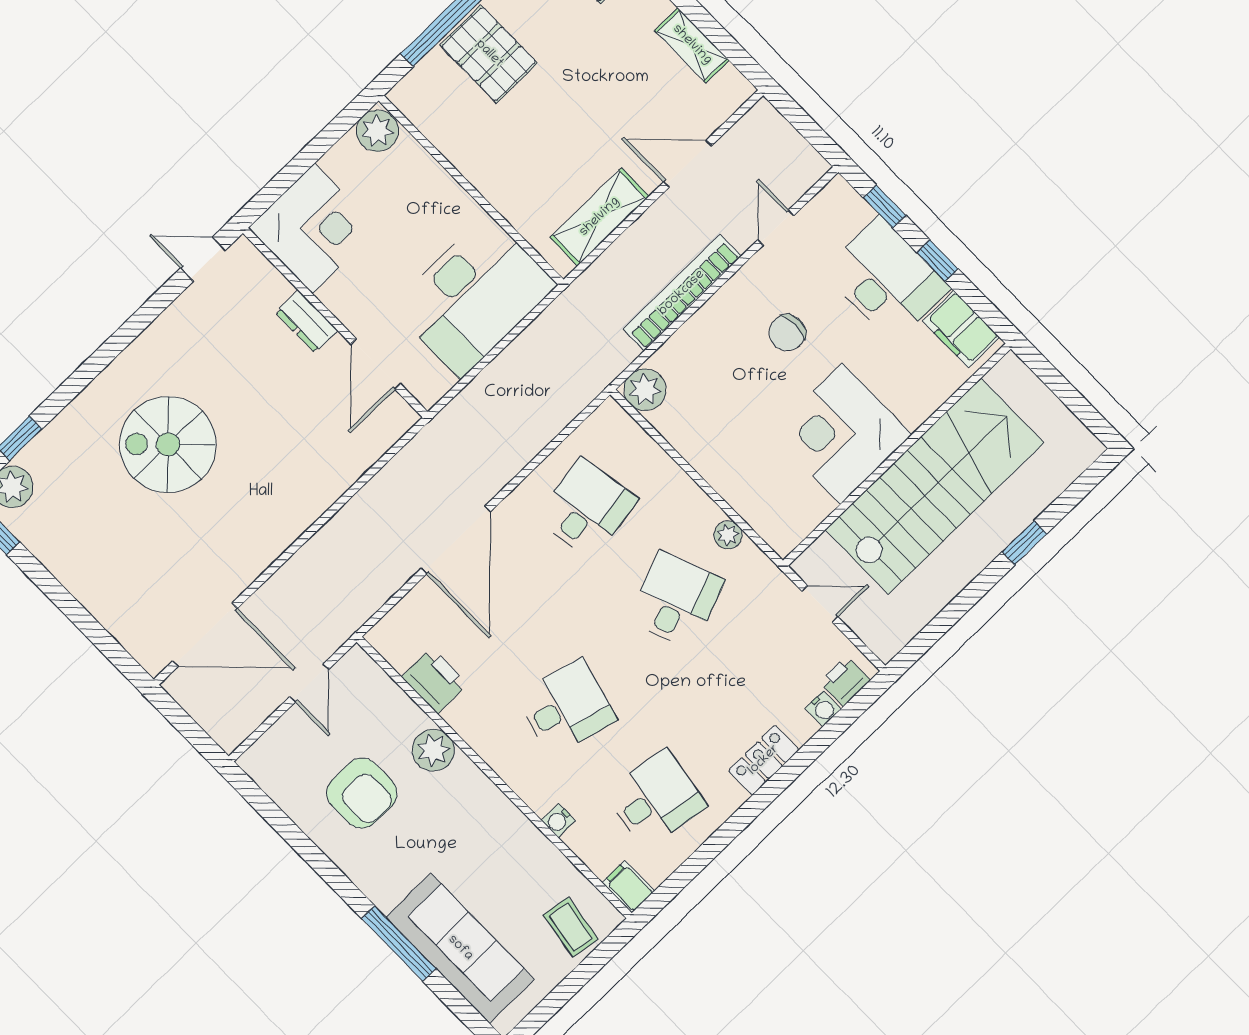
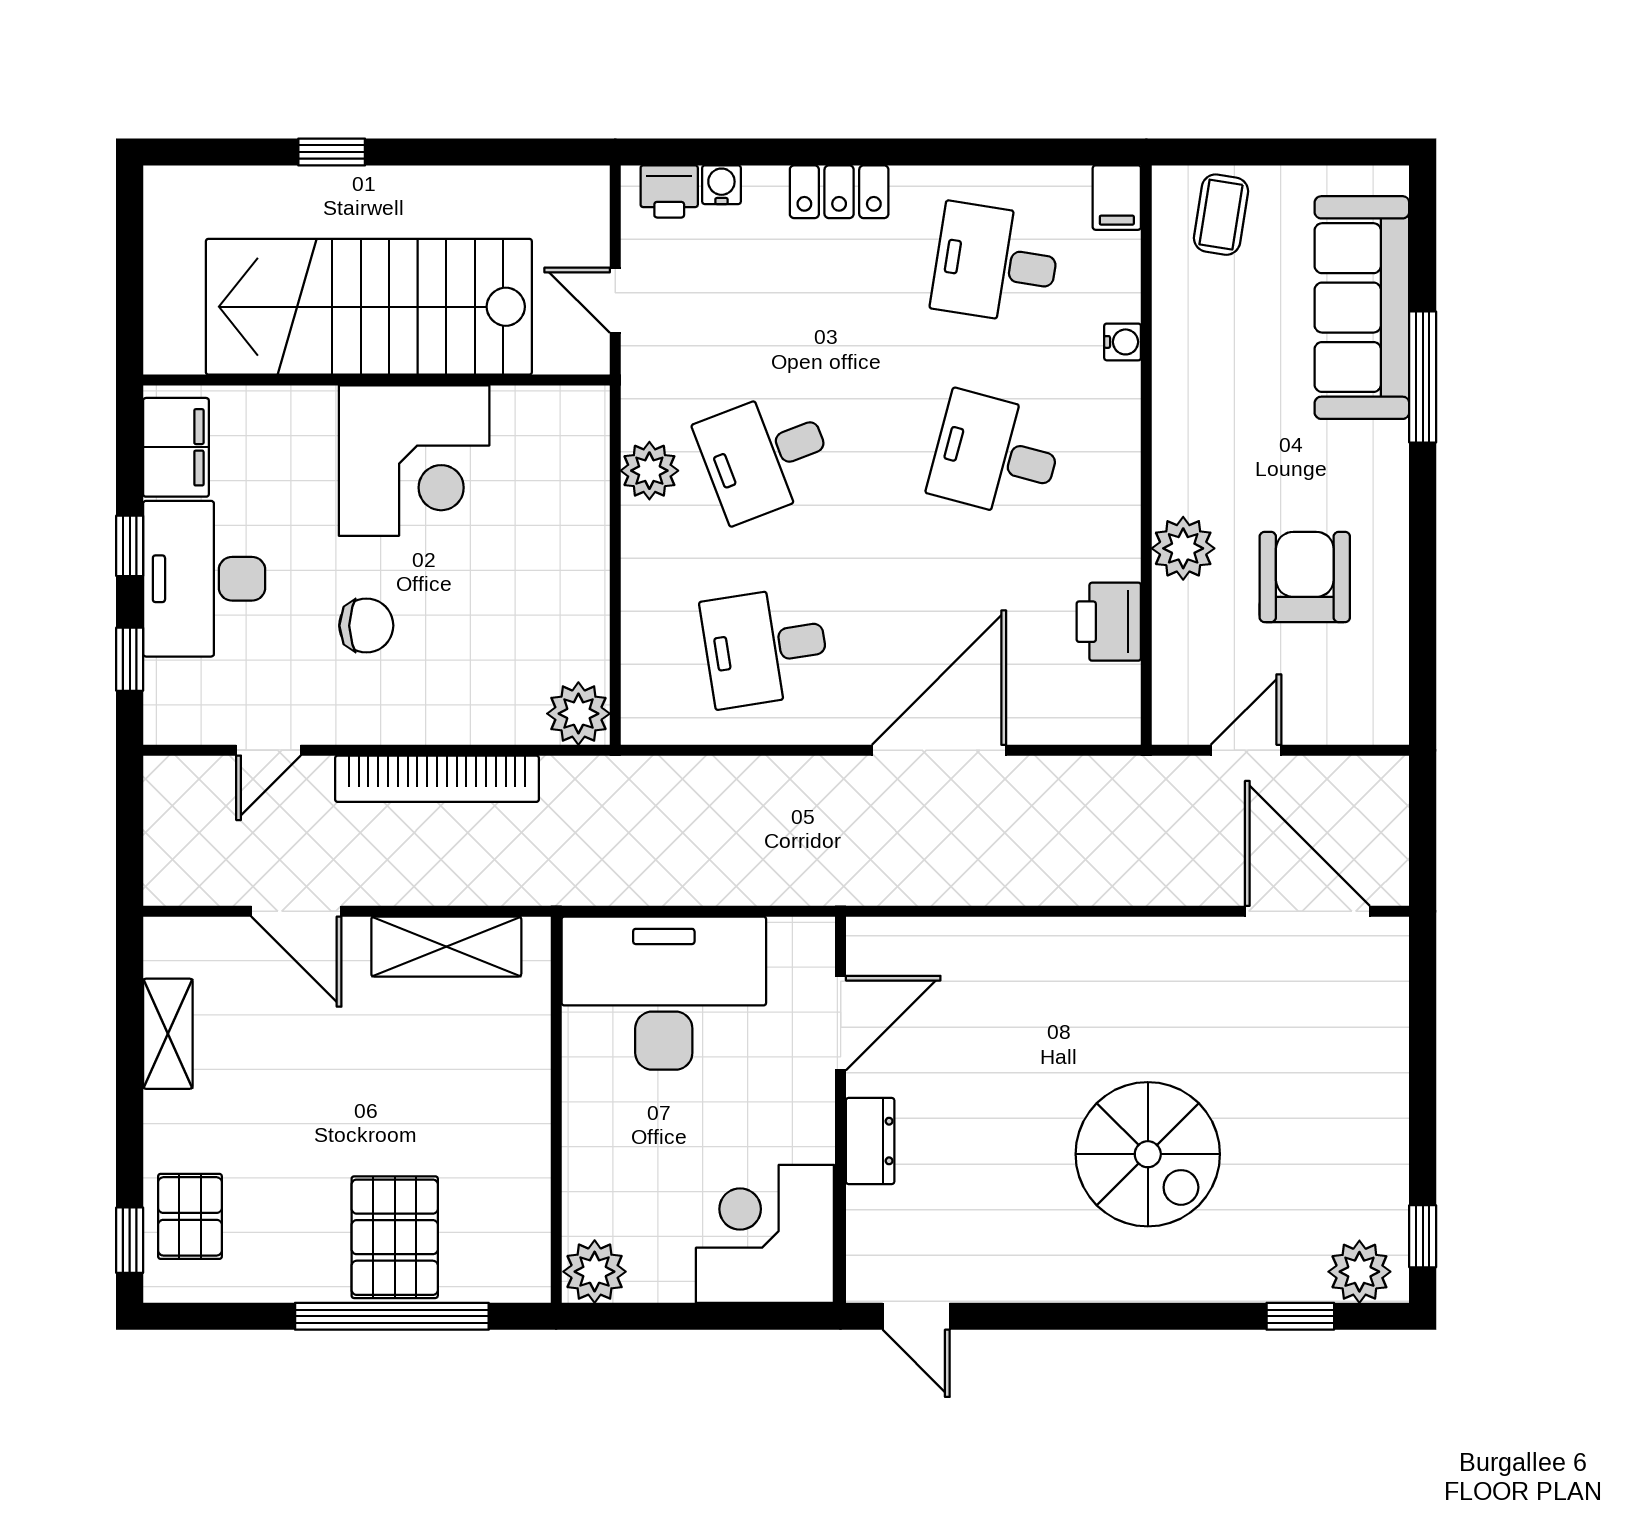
plant: (728, 535) -> (649, 471), width x1.38, depth x1.38

